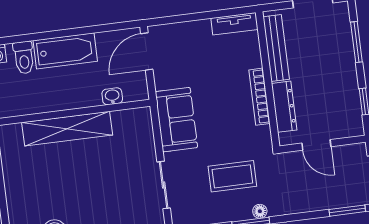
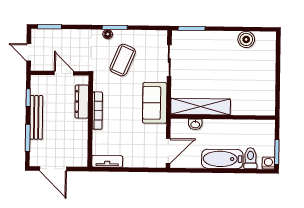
bench: (276, 48) -> (36, 117), moved
shelving: (67, 129) -> (201, 107), moved
coffee table: (232, 176) -> (123, 60), turned -67

